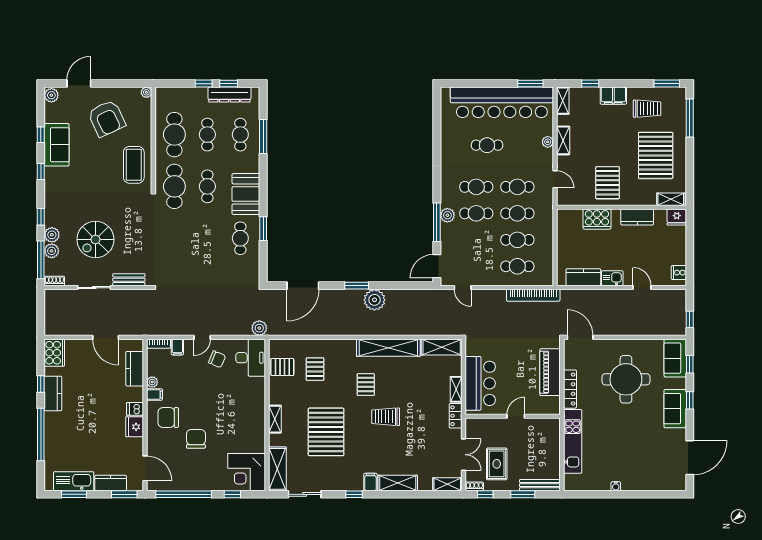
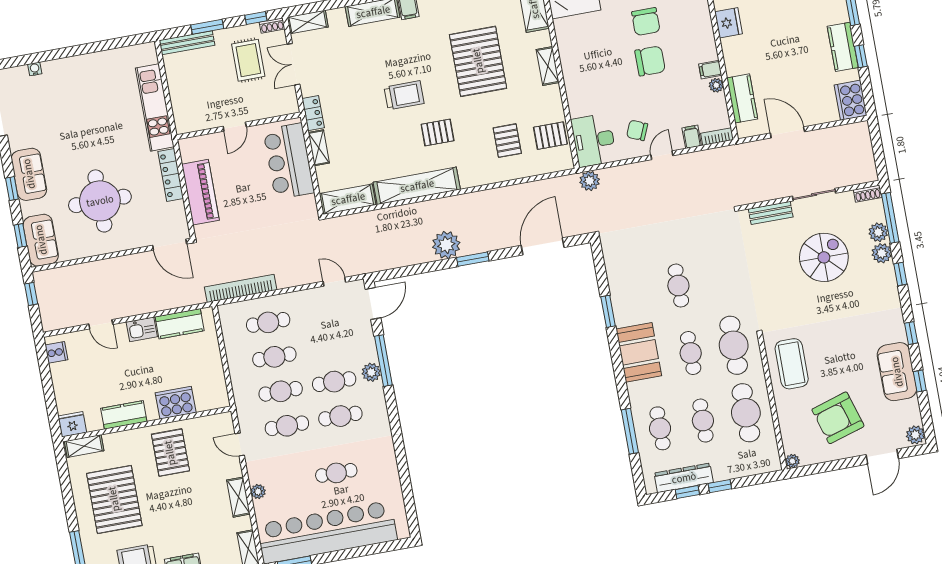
armchair: (107, 118) -> (838, 418), turned -82
cafe table: (240, 238) -> (678, 286), moved
pallet: (366, 385) -> (438, 132), turned 90
dishwasher: (135, 409) -> (732, 46), removed
chair: (168, 418) -> (650, 61), moved
water cooler: (616, 486) -> (35, 69), moved

